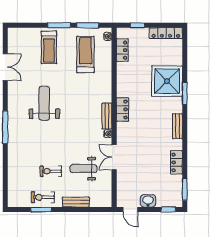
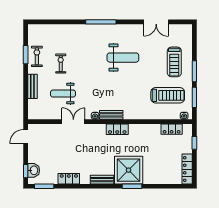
treadmill: (49, 47) -> (174, 62), turned -90
shower: (167, 81) -> (129, 170), moved
weight bench: (84, 169) -> (63, 94), turned -90
washbasin: (148, 201) -> (34, 170), moved

